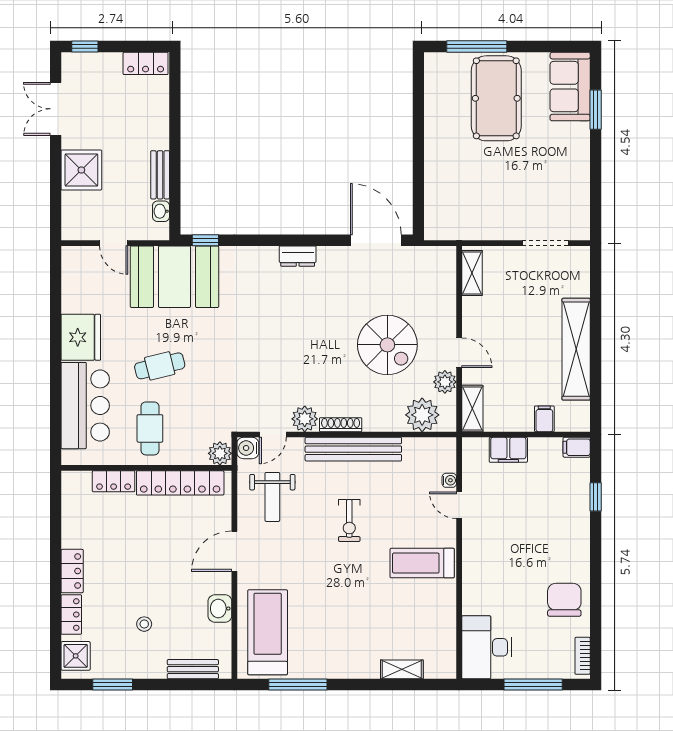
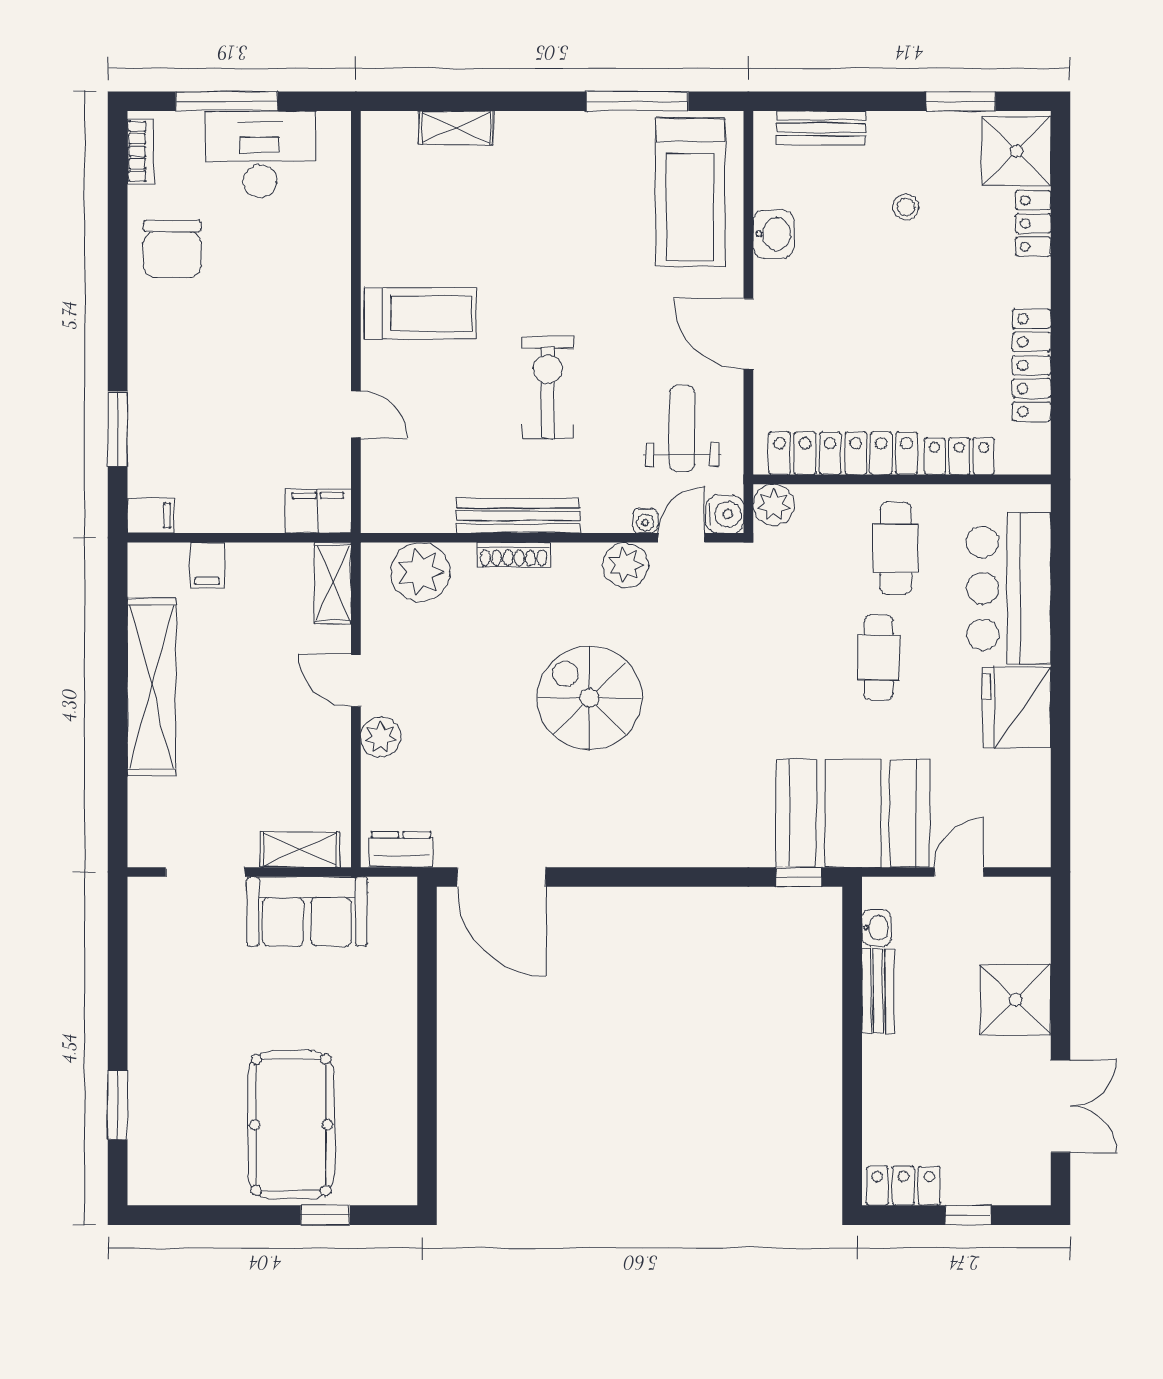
window: (85, 47) -> (968, 1215), moved
window: (477, 47) -> (325, 1215), width x0.46
sofa: (570, 87) -> (307, 911), moved, turned 90
door: (114, 243) -> (959, 872), hinge flipped
dresser: (298, 256) -> (401, 849), moved
shelving: (472, 273) -> (300, 849), moved, turned 90
spiral stairs: (387, 345) -> (589, 698), moved
cafe table: (160, 366) -> (879, 658), turned -76
plant: (445, 382) -> (381, 737), moved
shoe rack: (341, 425) -> (514, 555), moved
bench: (353, 449) -> (518, 516), width x0.73, depth x0.82
filing cabinet: (508, 450) -> (318, 511), moved
water cooler: (449, 480) -> (645, 520), moved, turned -90
window: (596, 497) -> (118, 429), width x1.50
exercise bike: (349, 520) -> (548, 388), width x1.38, depth x1.39
door: (234, 551) -> (748, 334), swing flipped
locker: (72, 571) -> (1032, 365), moved, width x1.53
desk: (487, 647) -> (260, 154), moved, turned -90
shower: (76, 656) -> (1016, 151), width x1.36, depth x1.36

